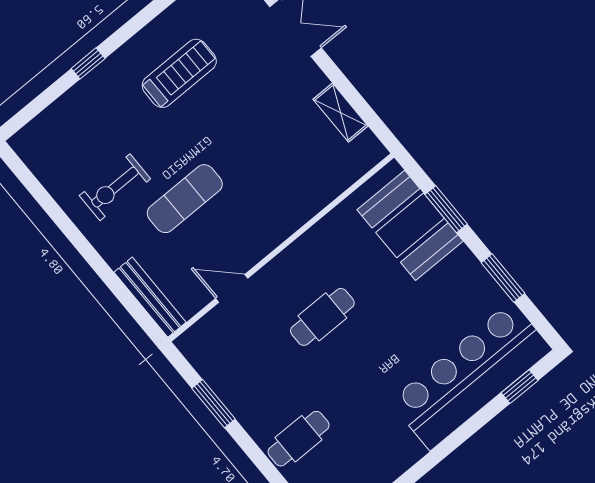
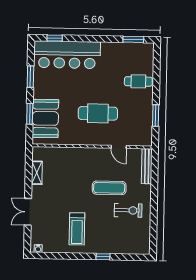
treadmill: (179, 73) -> (77, 229), turned -90
cafe table: (322, 317) -> (98, 113), width x1.37, depth x1.35

